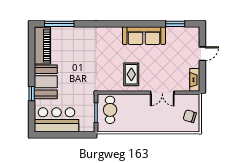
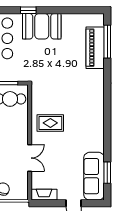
sofa: (144, 36) -> (94, 176), moved
piano: (42, 46) -> (95, 48), moved, turned 90
double door: (162, 93) -> (30, 158), swing flipped

